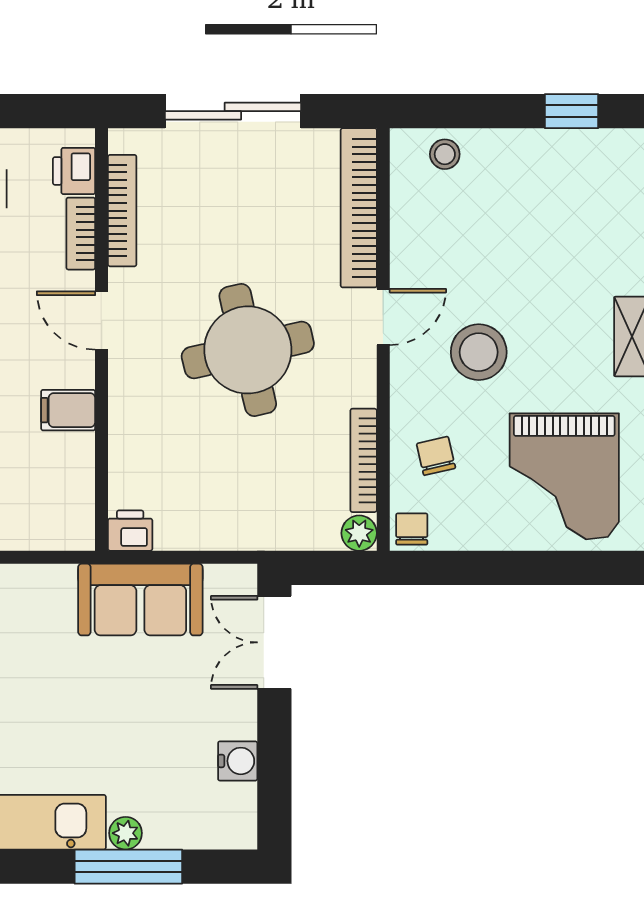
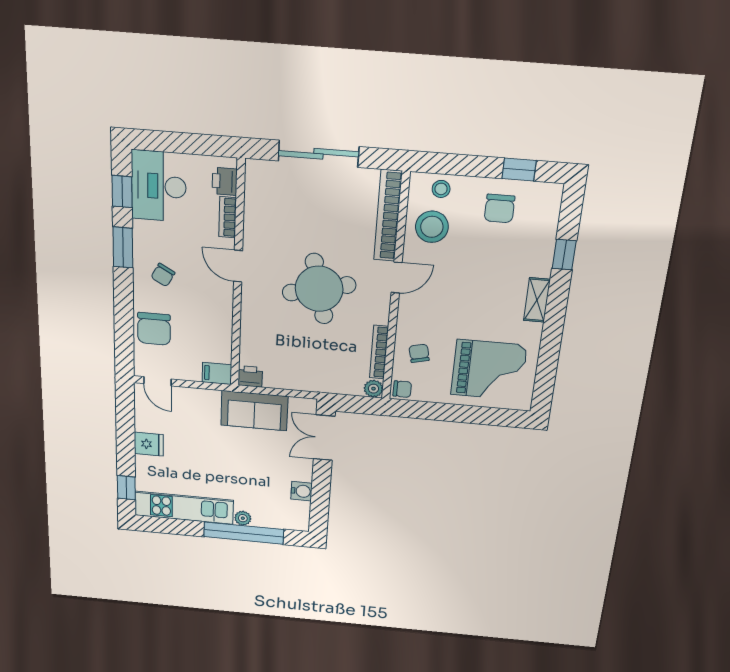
chair: (547, 180) -> (499, 208), added
bookcase: (122, 211) -> (252, 206), removed
stool: (479, 352) -> (432, 227), moved
filing cabinet: (68, 410) -> (217, 373), moved
grand piano: (564, 476) -> (489, 370), turned -90
chair: (412, 529) -> (402, 389), turned 90
window: (128, 867) -> (244, 533), width x1.46

